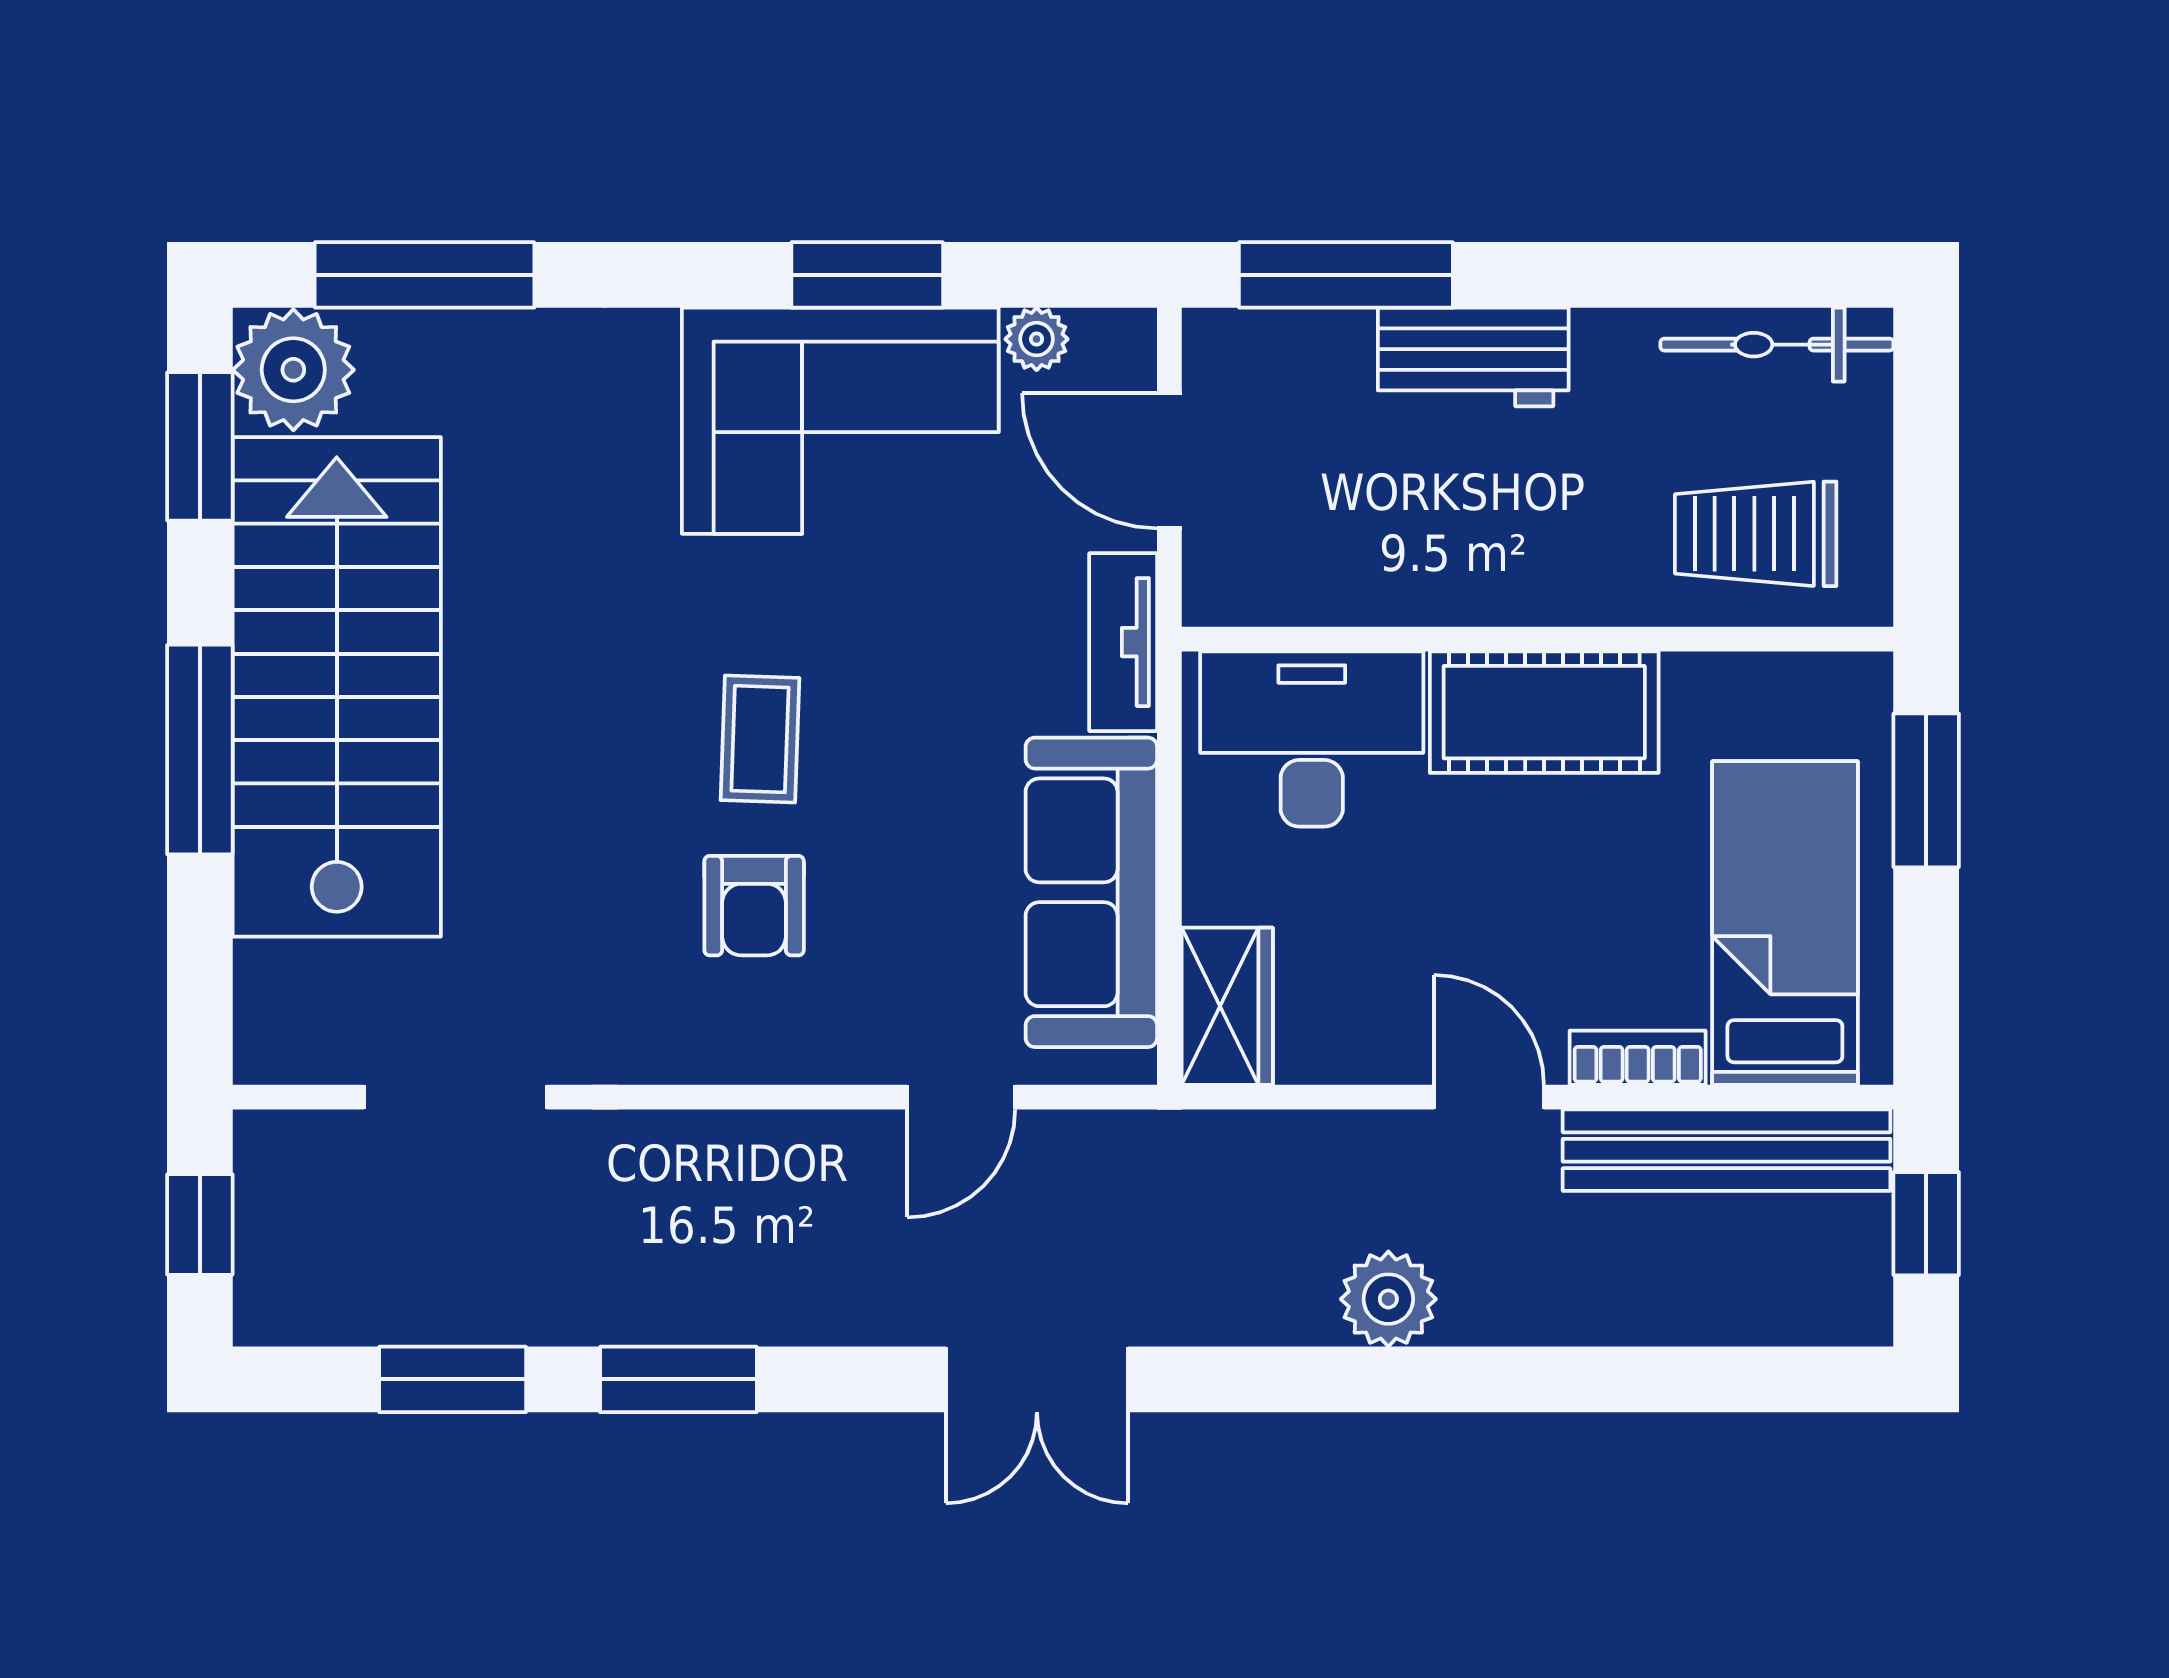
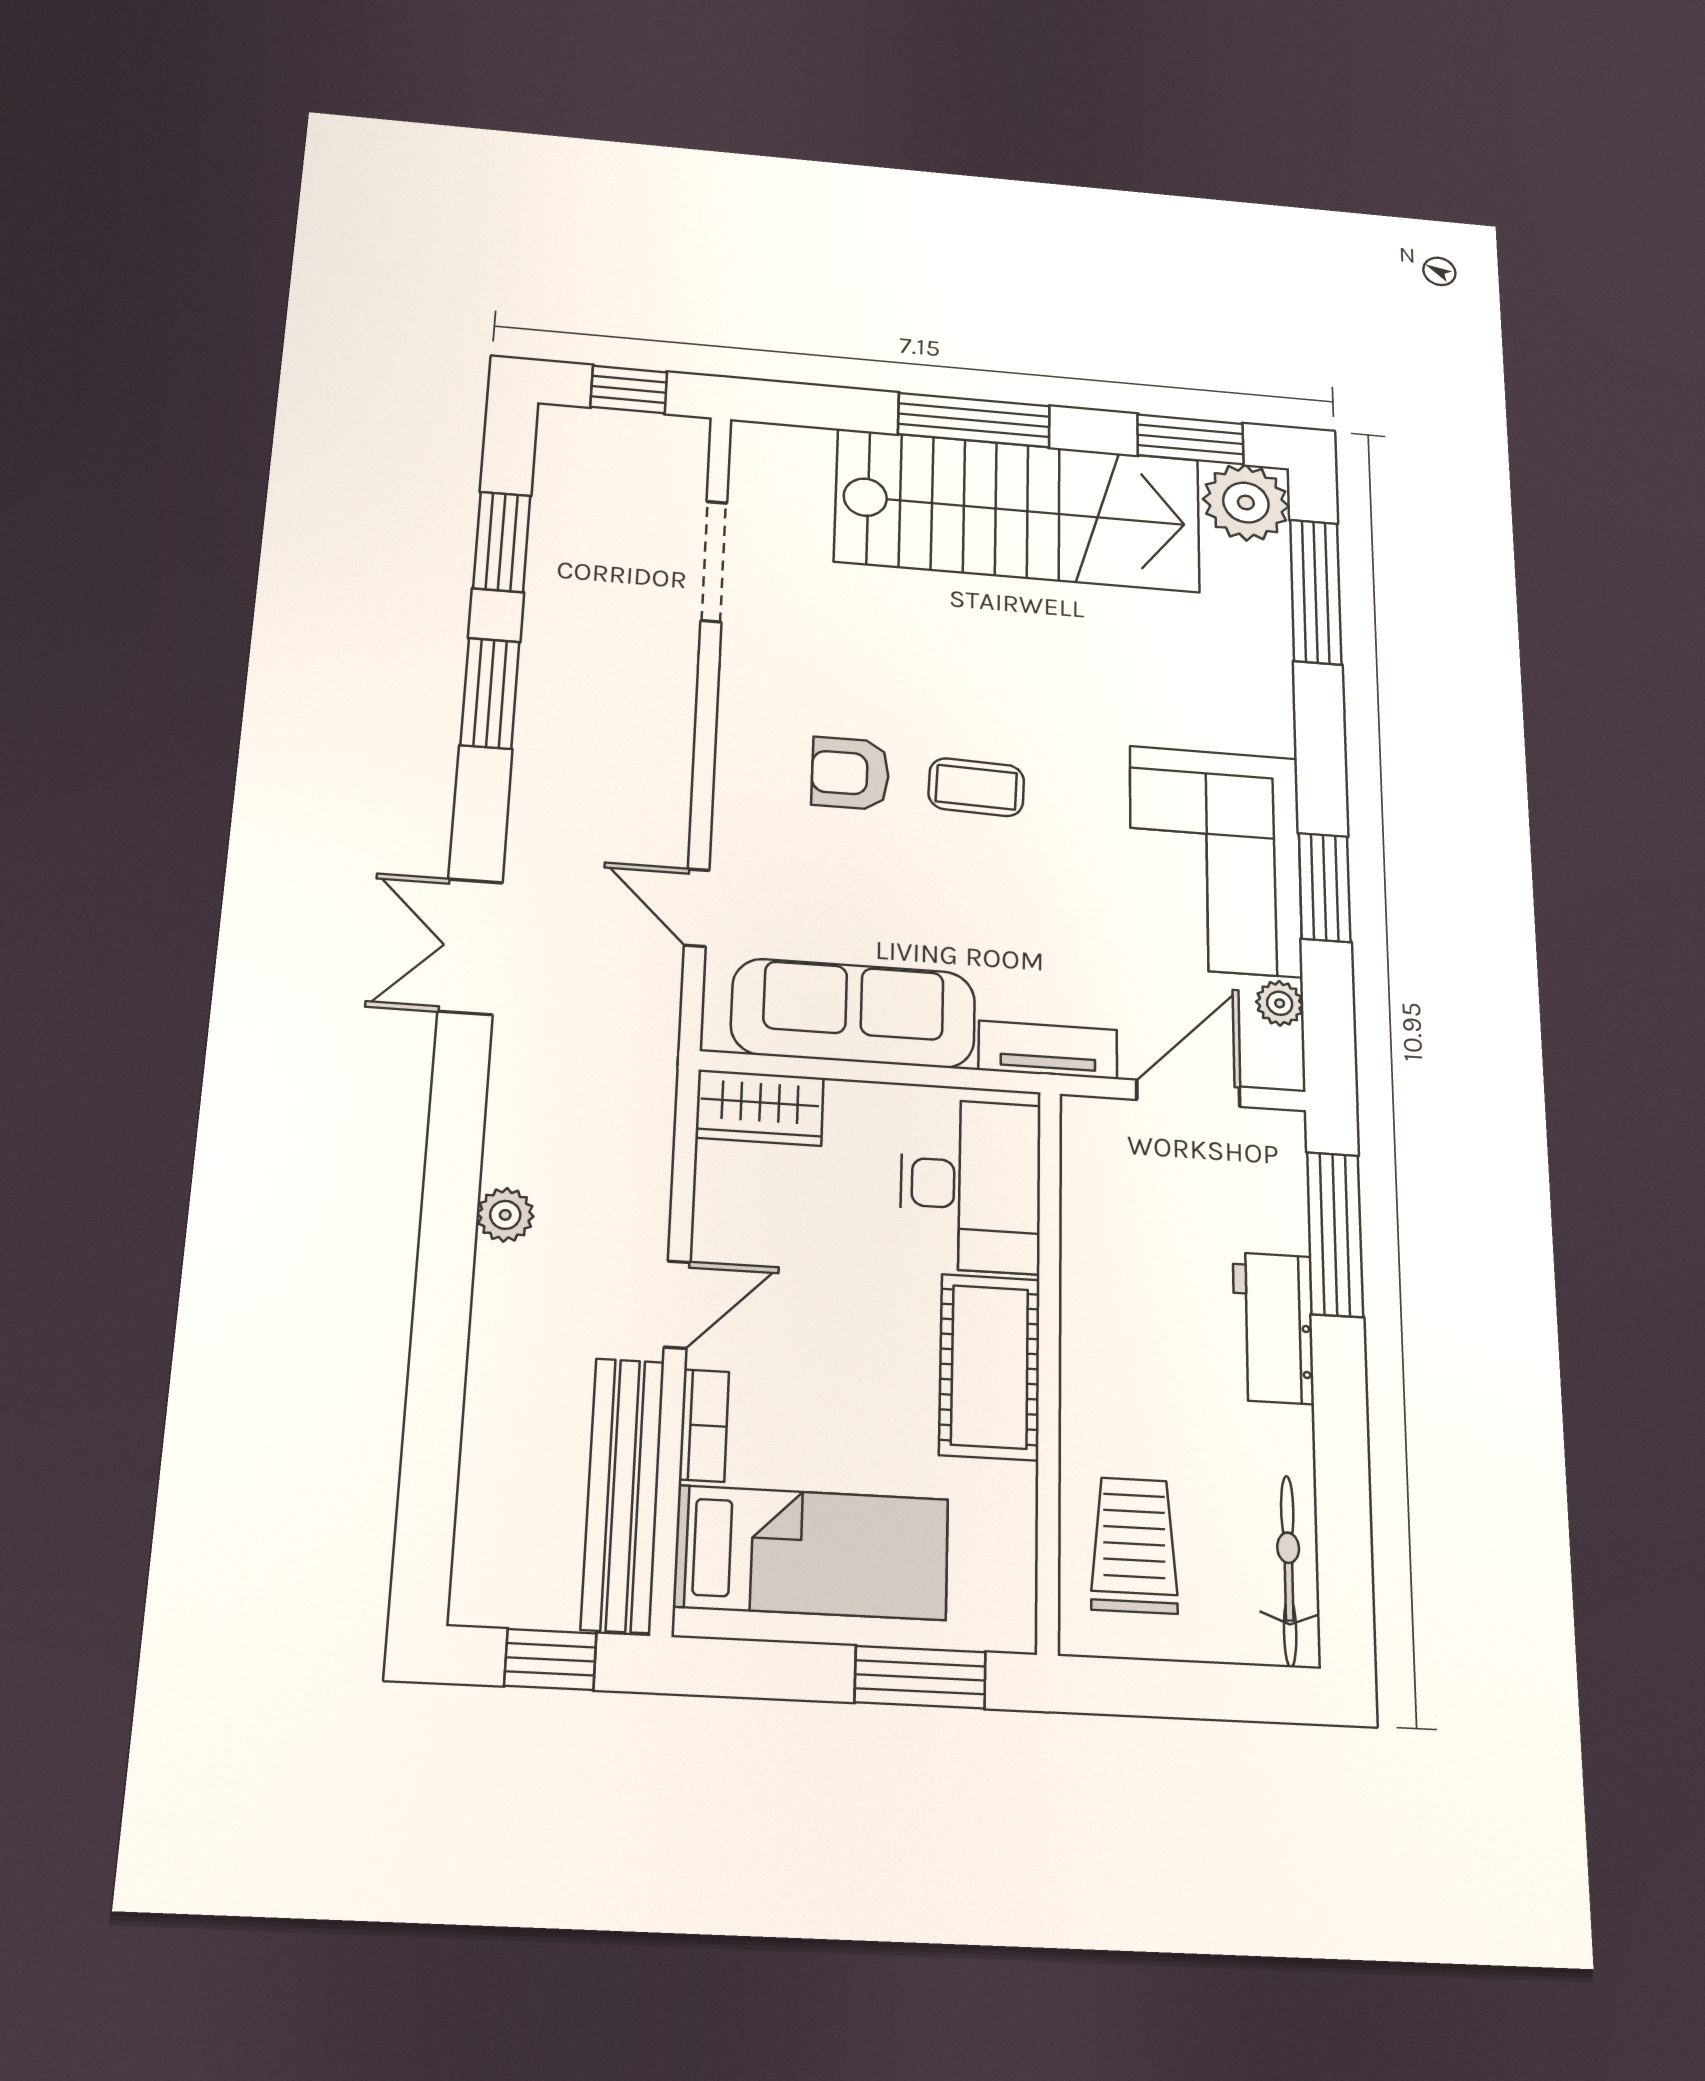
plant: (1388, 1299) -> (505, 1215), width x0.73, depth x0.73

